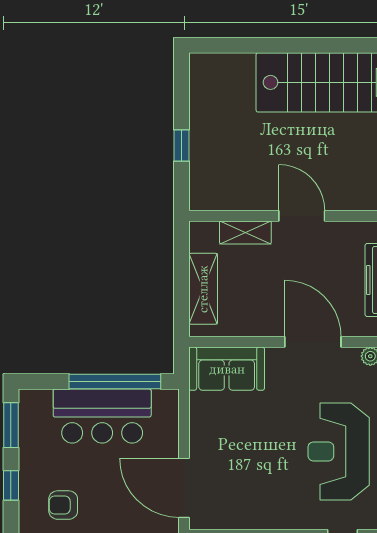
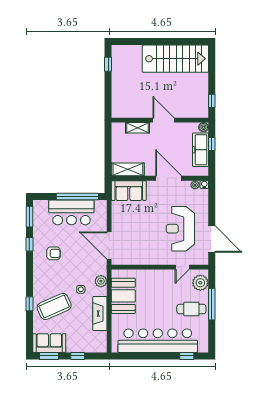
window: (182, 145) -> (108, 64), moved
shelving: (203, 289) -> (128, 169), moved, turned 90
armchair: (63, 505) -> (54, 253), turned 180

